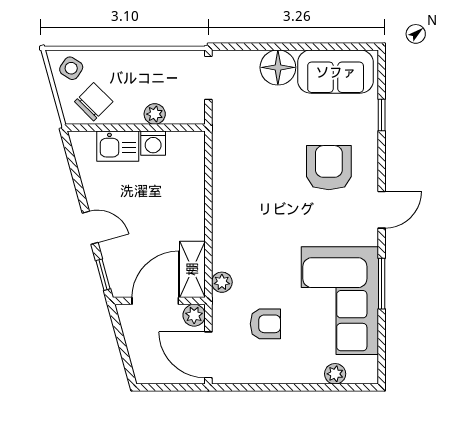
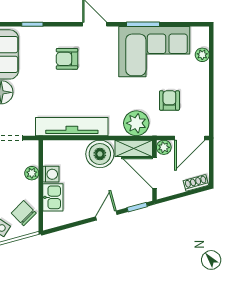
armchair: (329, 168) -> (67, 59), width x0.72, depth x0.72
tv unit: (226, 175) -> (72, 127), added
boiler: (184, 218) -> (100, 154), added
plant: (222, 282) -> (136, 123), width x1.88, depth x1.88
shoe rack: (140, 364) -> (196, 183), added

